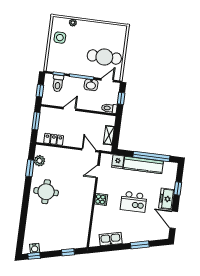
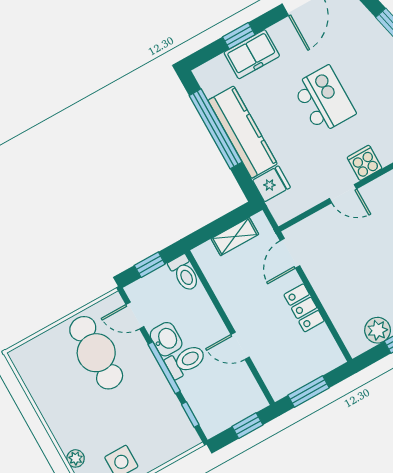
toilet: (58, 83) -> (186, 361), moved
locker: (54, 139) -> (304, 308), moved
door: (98, 172) -> (343, 194), moved
freezer: (167, 199) -> (252, 54), moved

